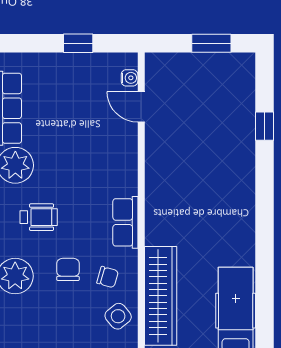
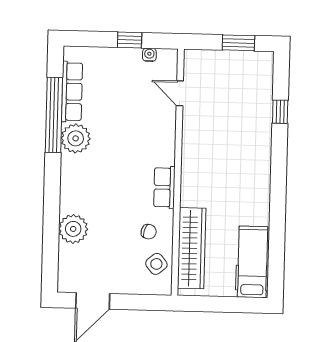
water cooler: (130, 78) -> (149, 55), moved, turned -90
wheelchair: (39, 217) -> (94, 181), removed
chair: (68, 269) -> (117, 225), removed

